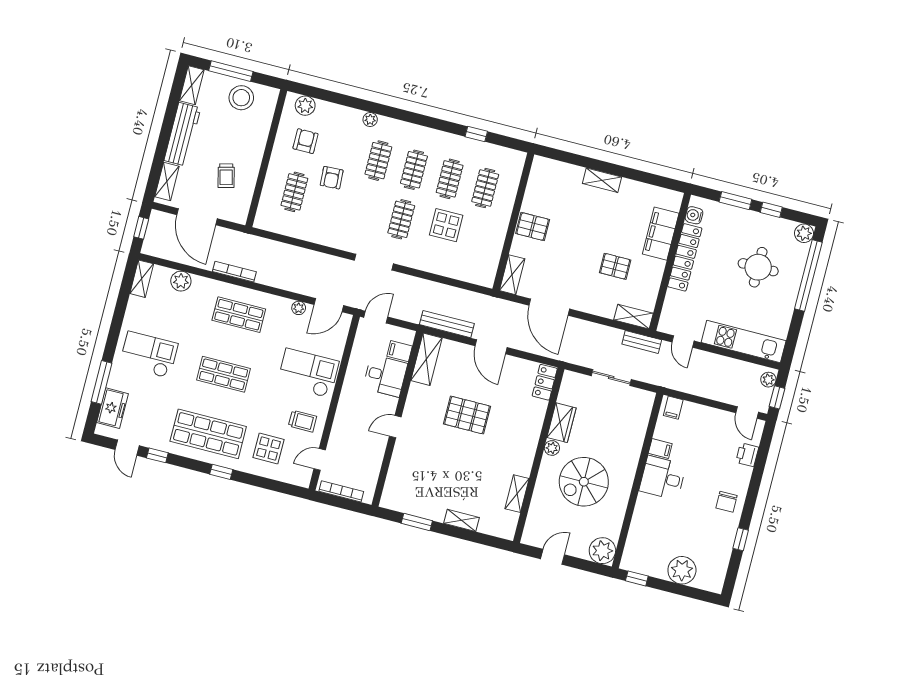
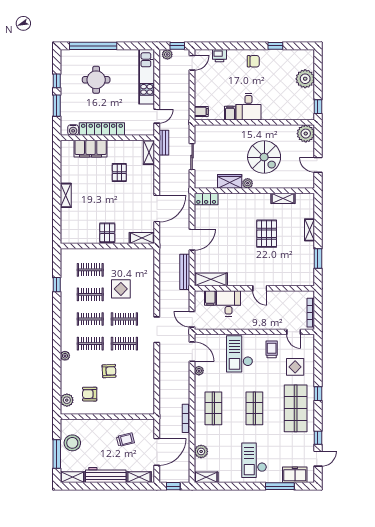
clothes rail: (294, 192) -> (124, 344), moved
plant: (804, 233) -> (67, 56), removed
pallet: (467, 415) -> (267, 234), moved

